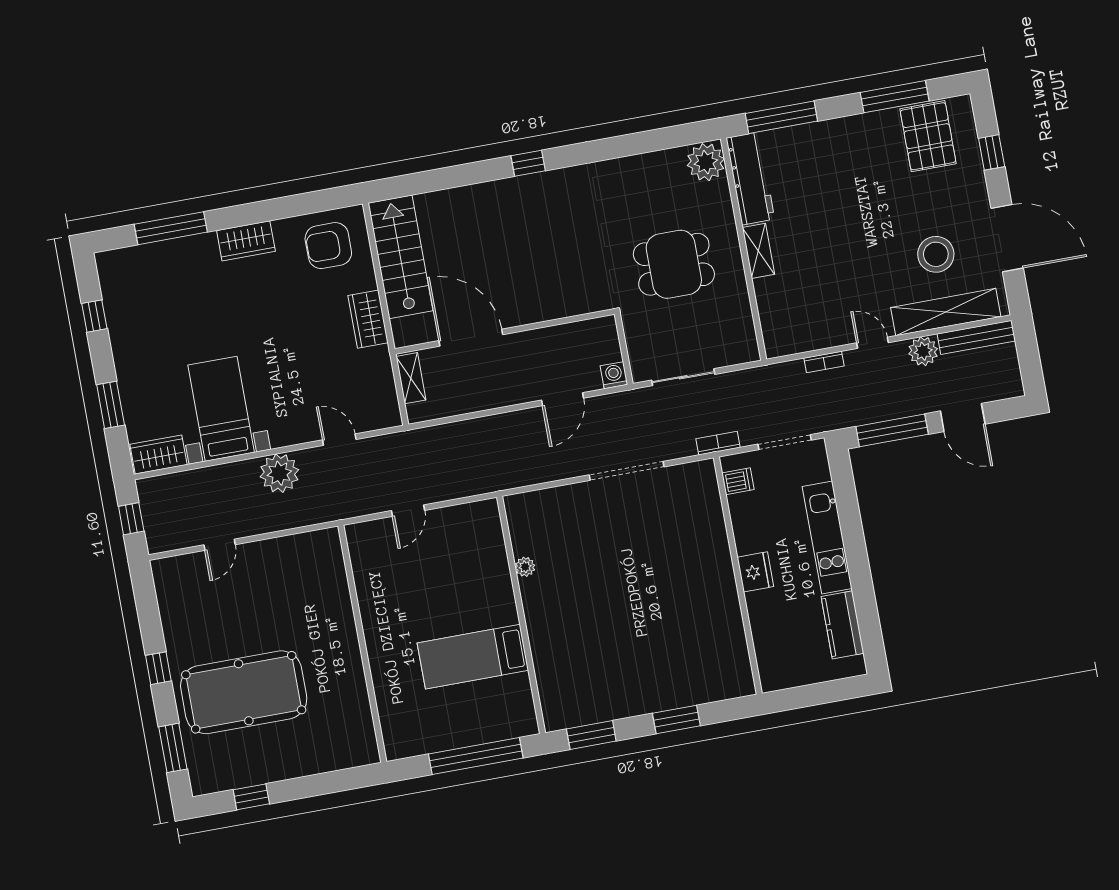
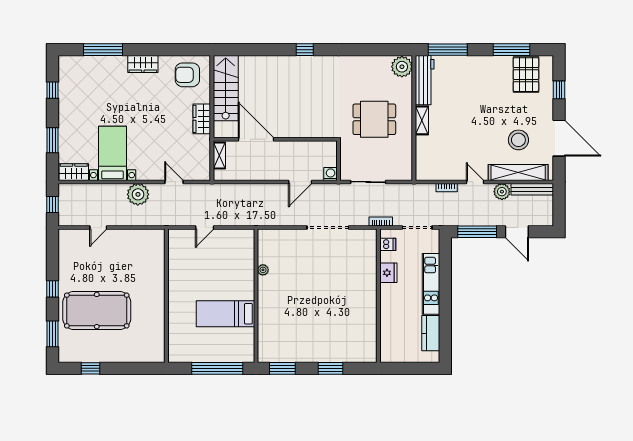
fridge: (755, 572) -> (388, 273), moved

